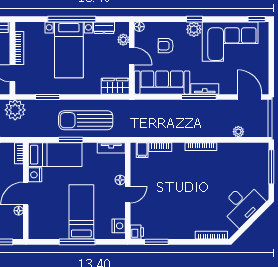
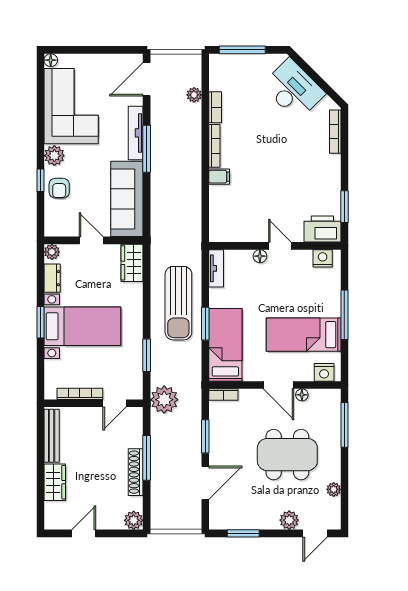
window: (72, 19) -> (40, 322), width x0.47
window: (194, 19) -> (40, 180), moved
window: (257, 19) -> (40, 70), removed
floor lamp: (139, 27) -> (51, 60), moved
plant: (123, 40) -> (52, 252), moved
armchair: (166, 46) -> (59, 188), moved
door: (132, 56) -> (91, 240), hinge flipped
tv unit: (205, 89) -> (136, 133), width x1.41
bookcase: (160, 147) -> (215, 107), moved
filing cabinet: (142, 150) -> (219, 177), moved
nightstand: (35, 175) -> (324, 372), moved
bed: (81, 212) -> (304, 335), moved
printer: (137, 232) -> (322, 229), width x1.87, depth x1.48

